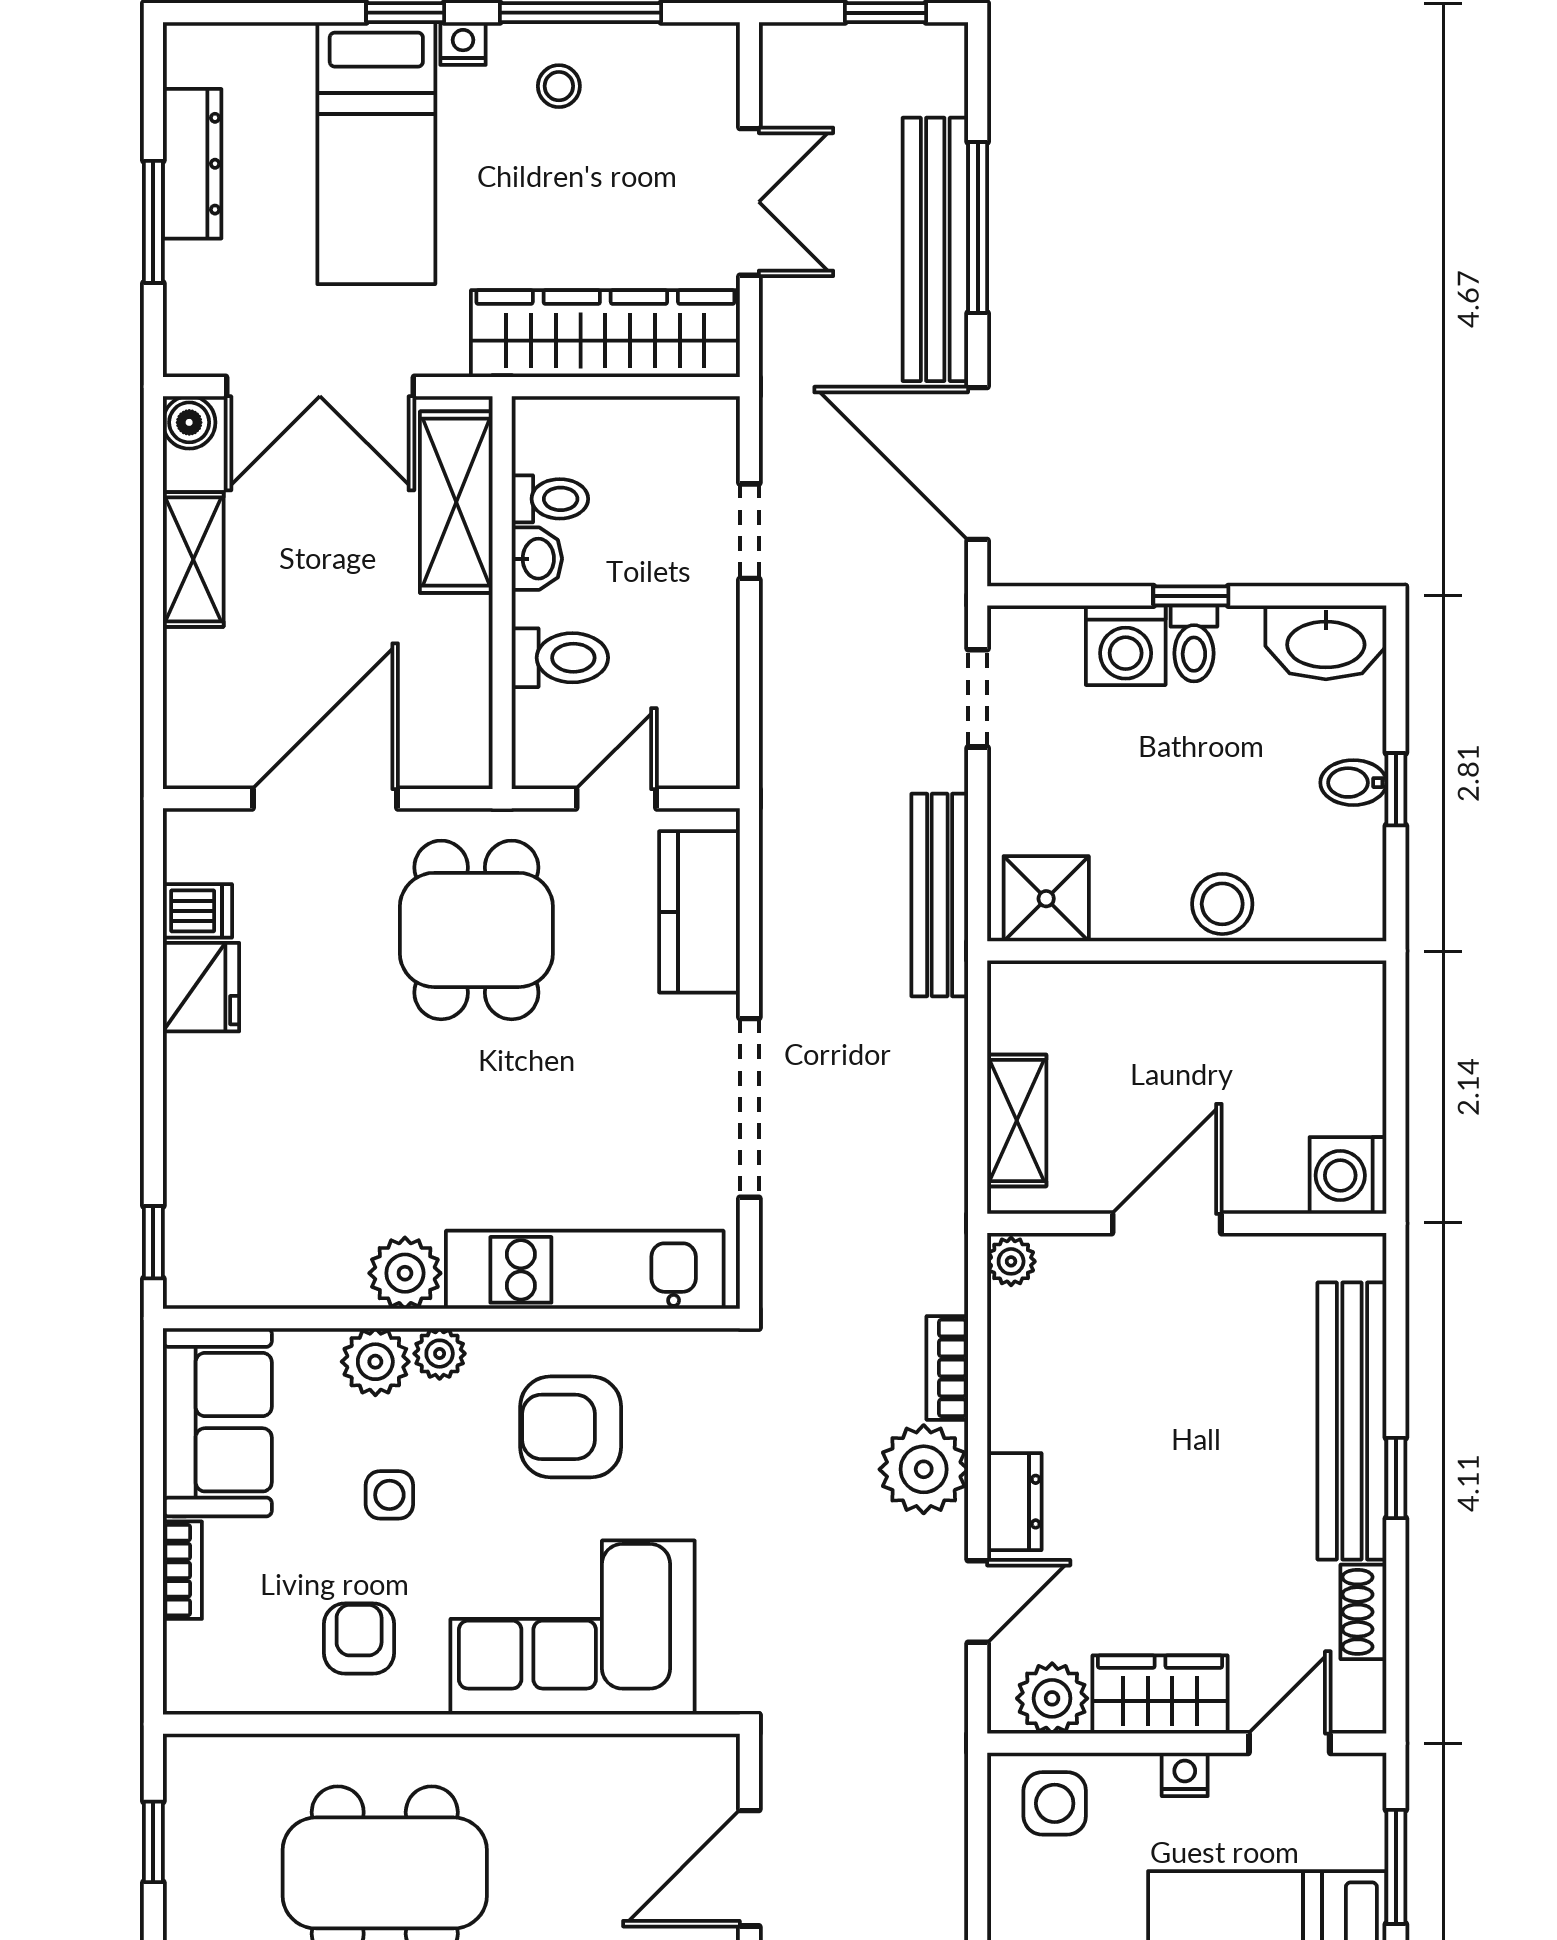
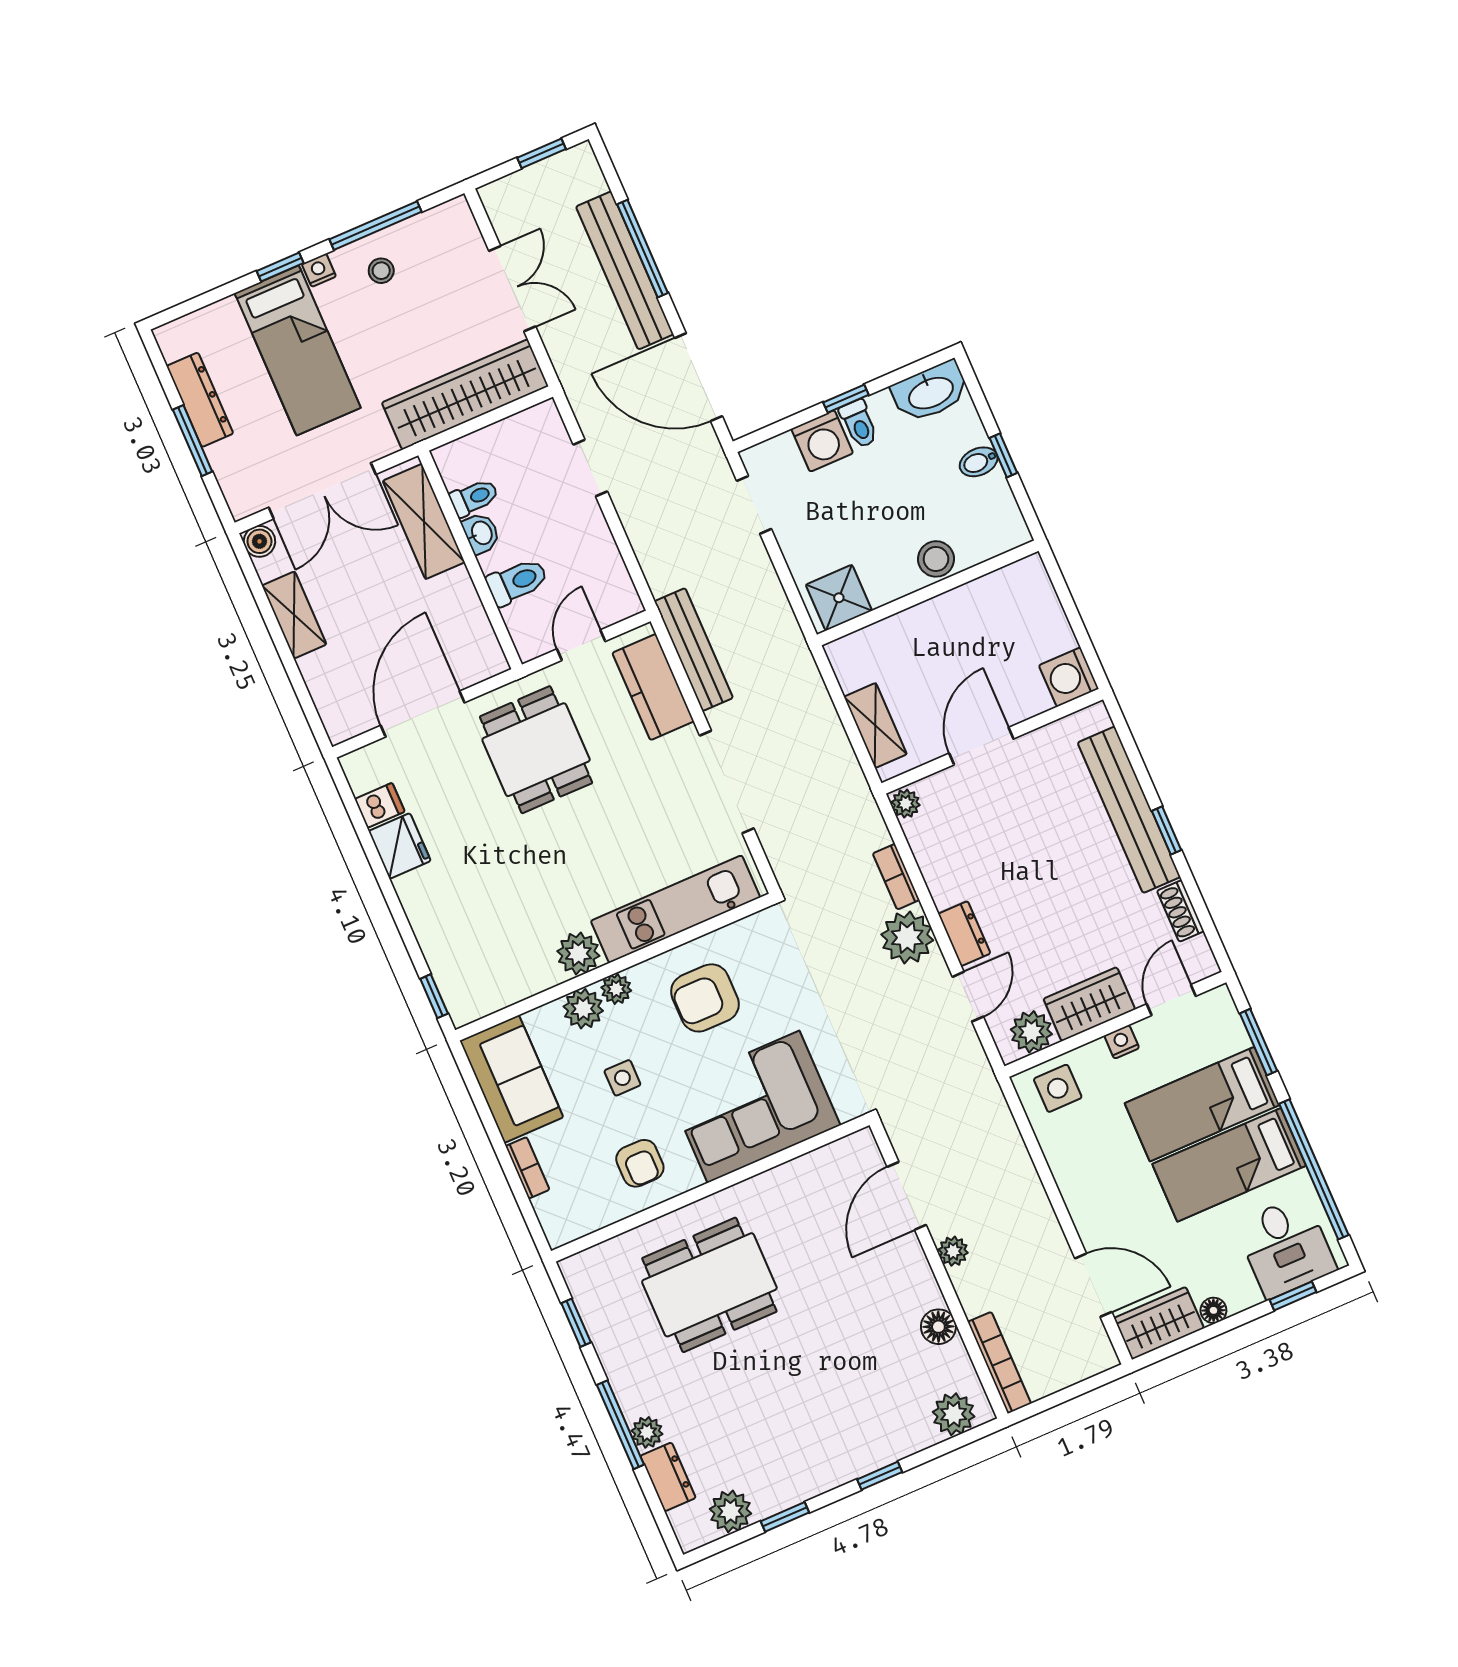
bench: (940, 895) -> (694, 650), moved
armchair: (359, 1639) -> (640, 1163), turned 180

